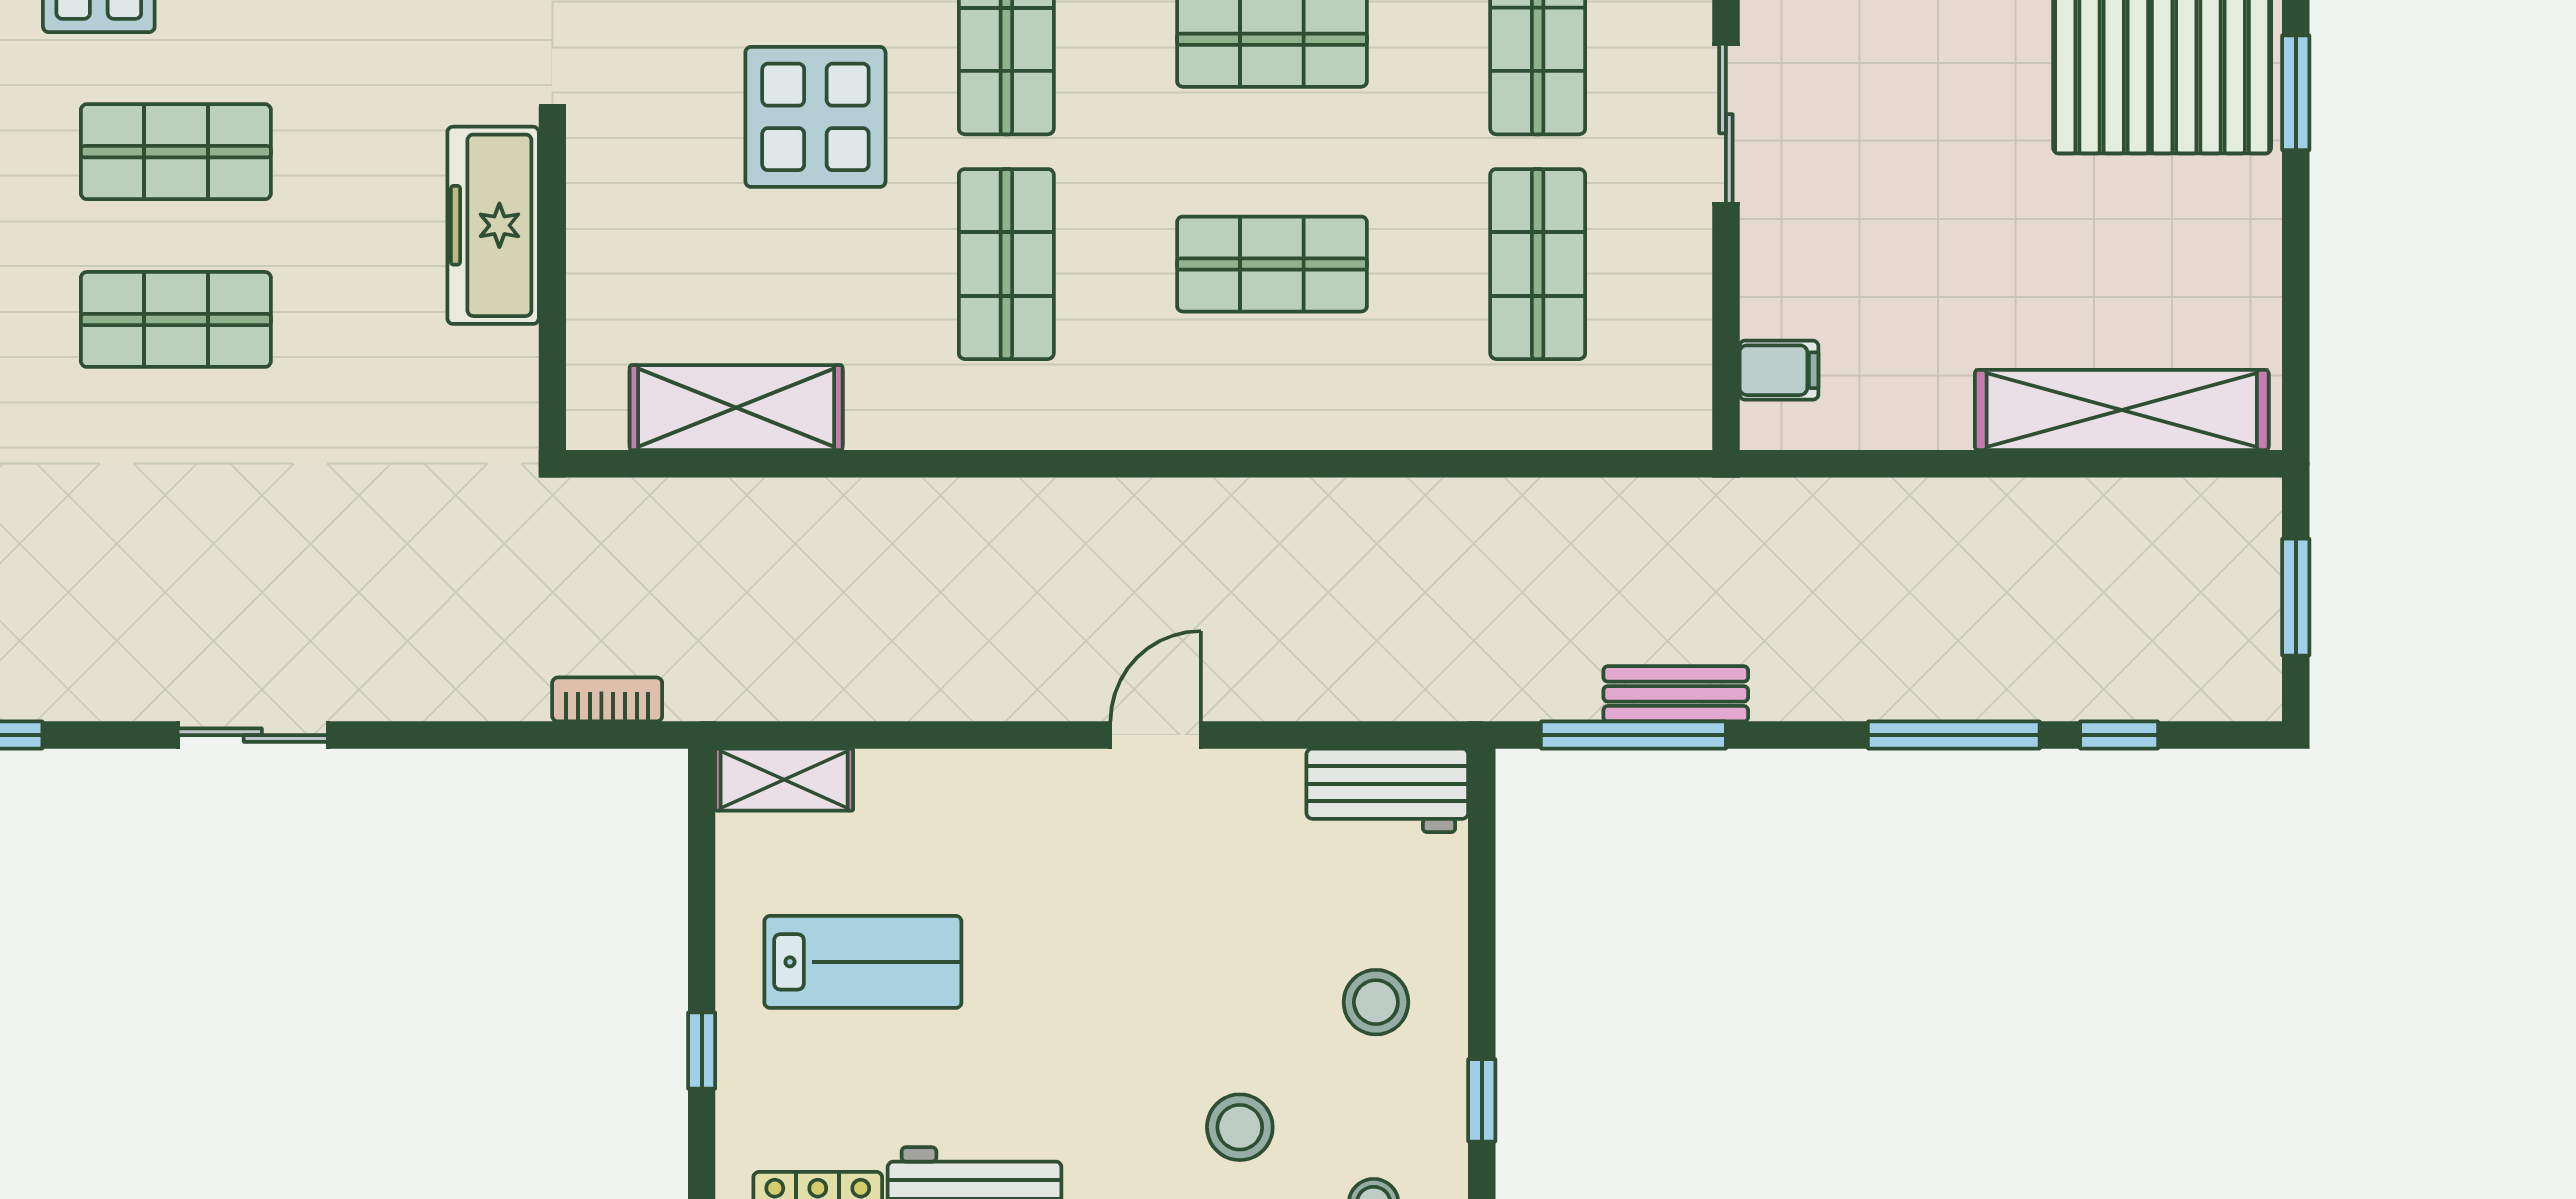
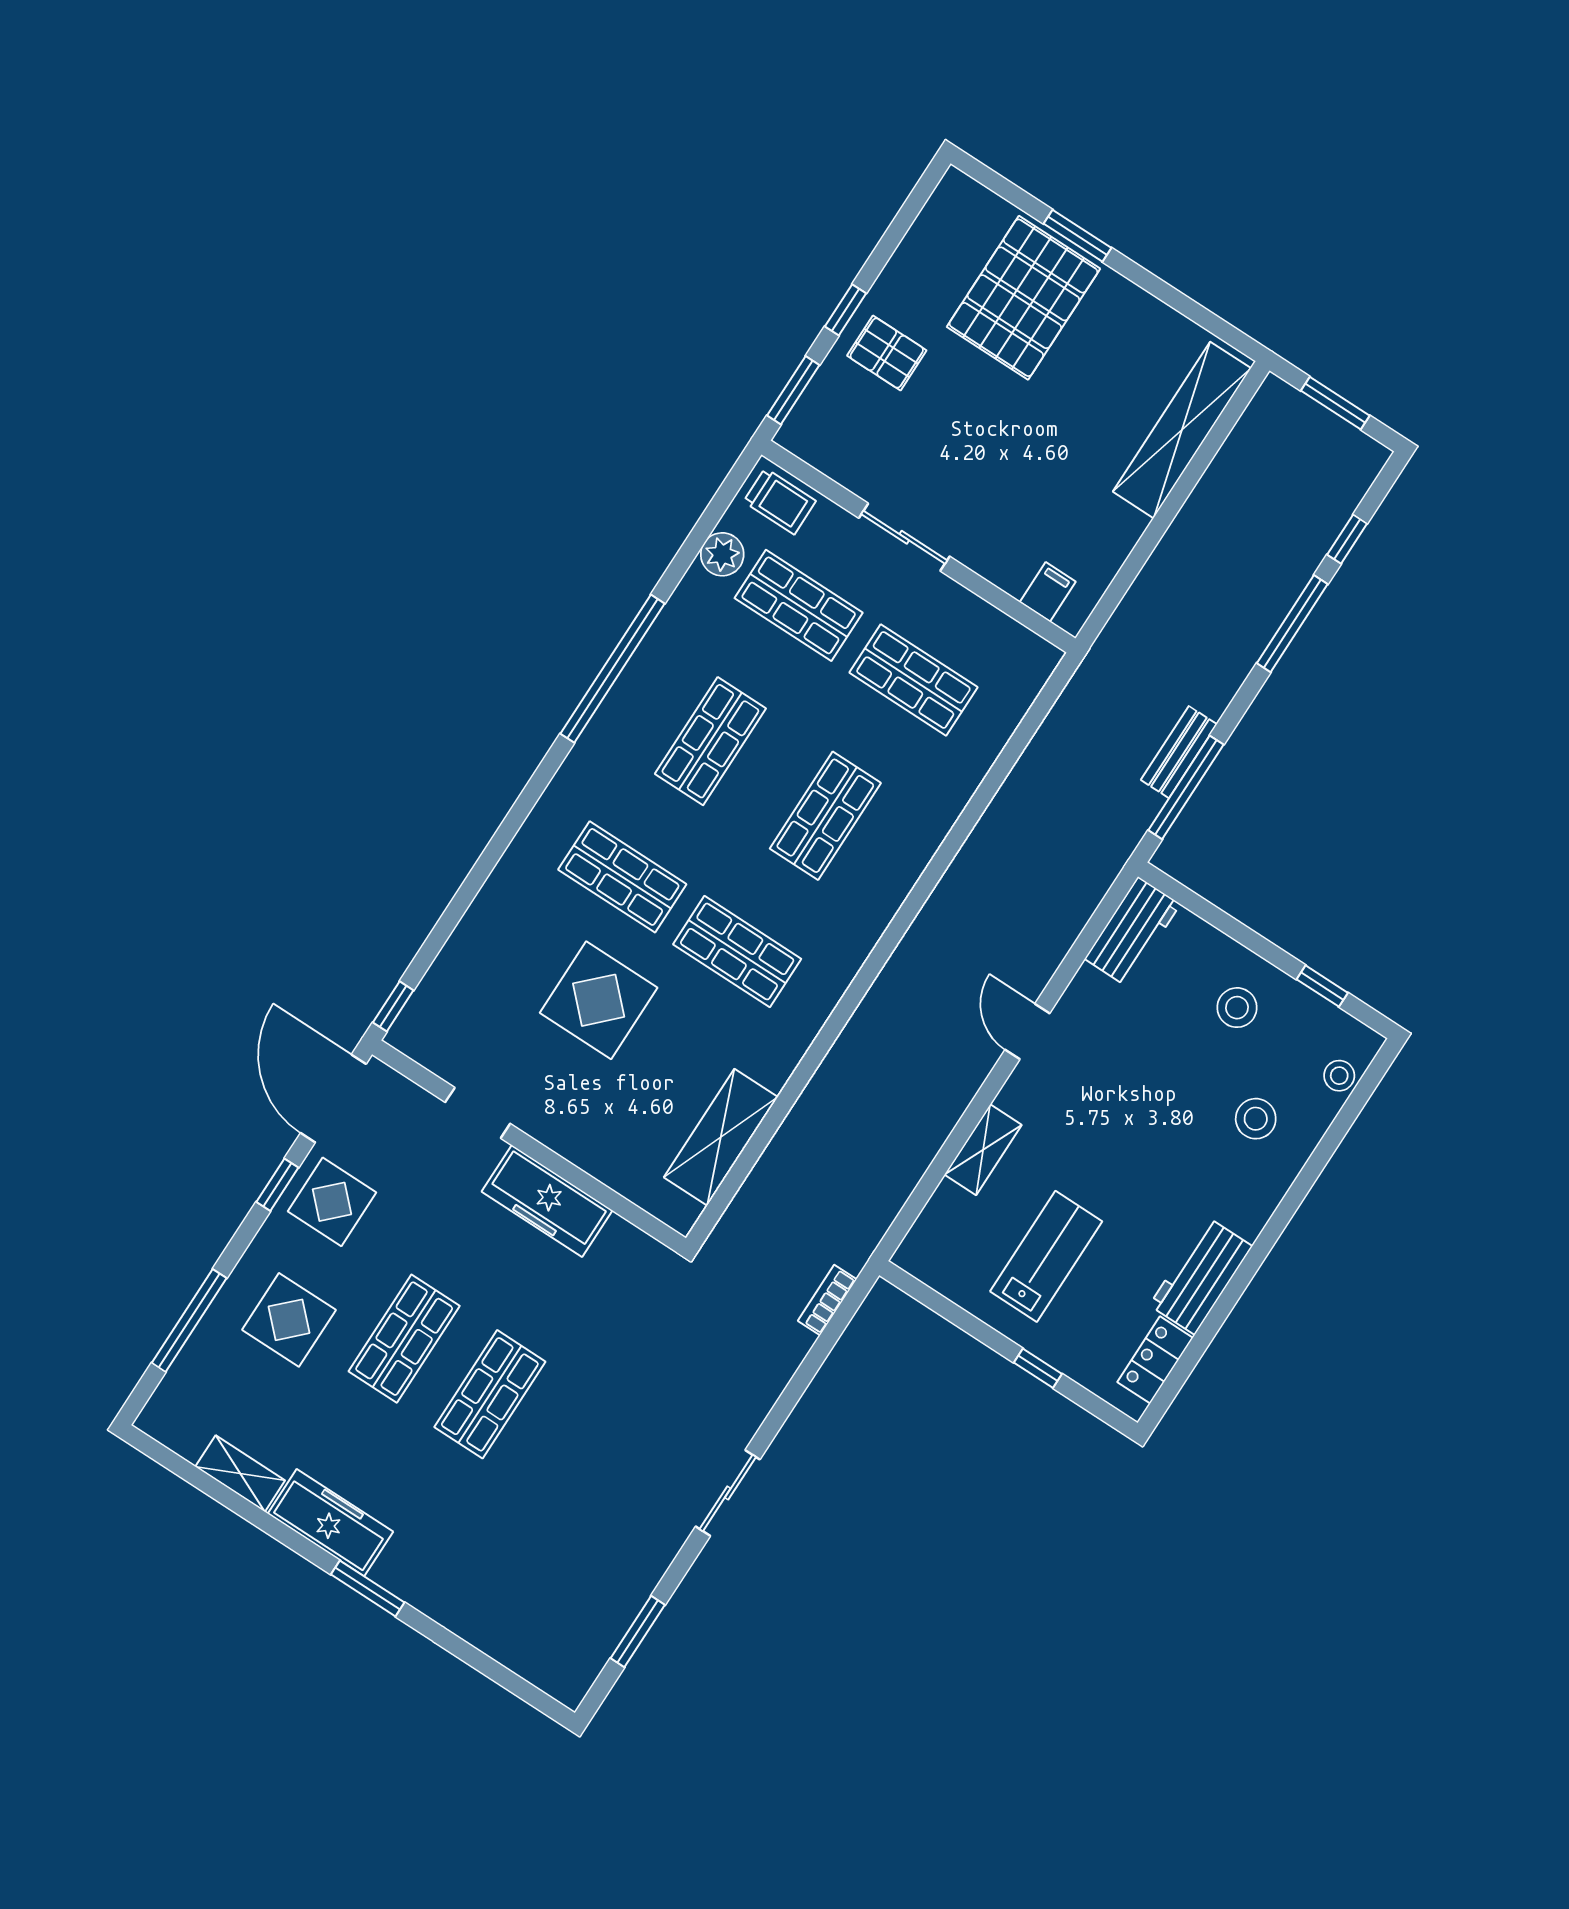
shelving: (784, 780) -> (983, 1150), moved

